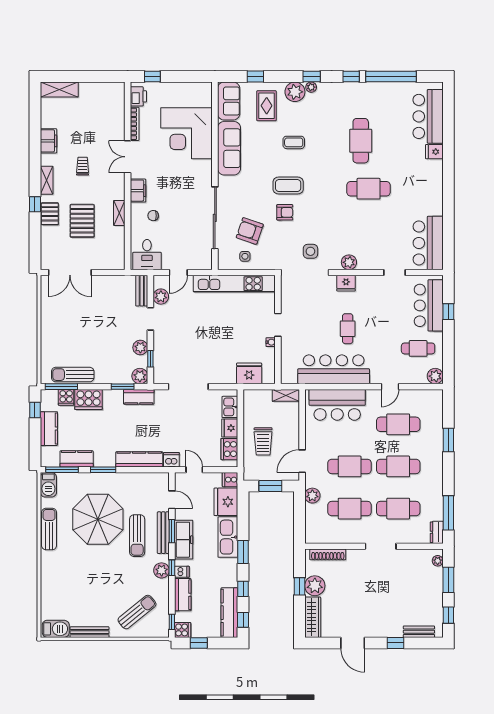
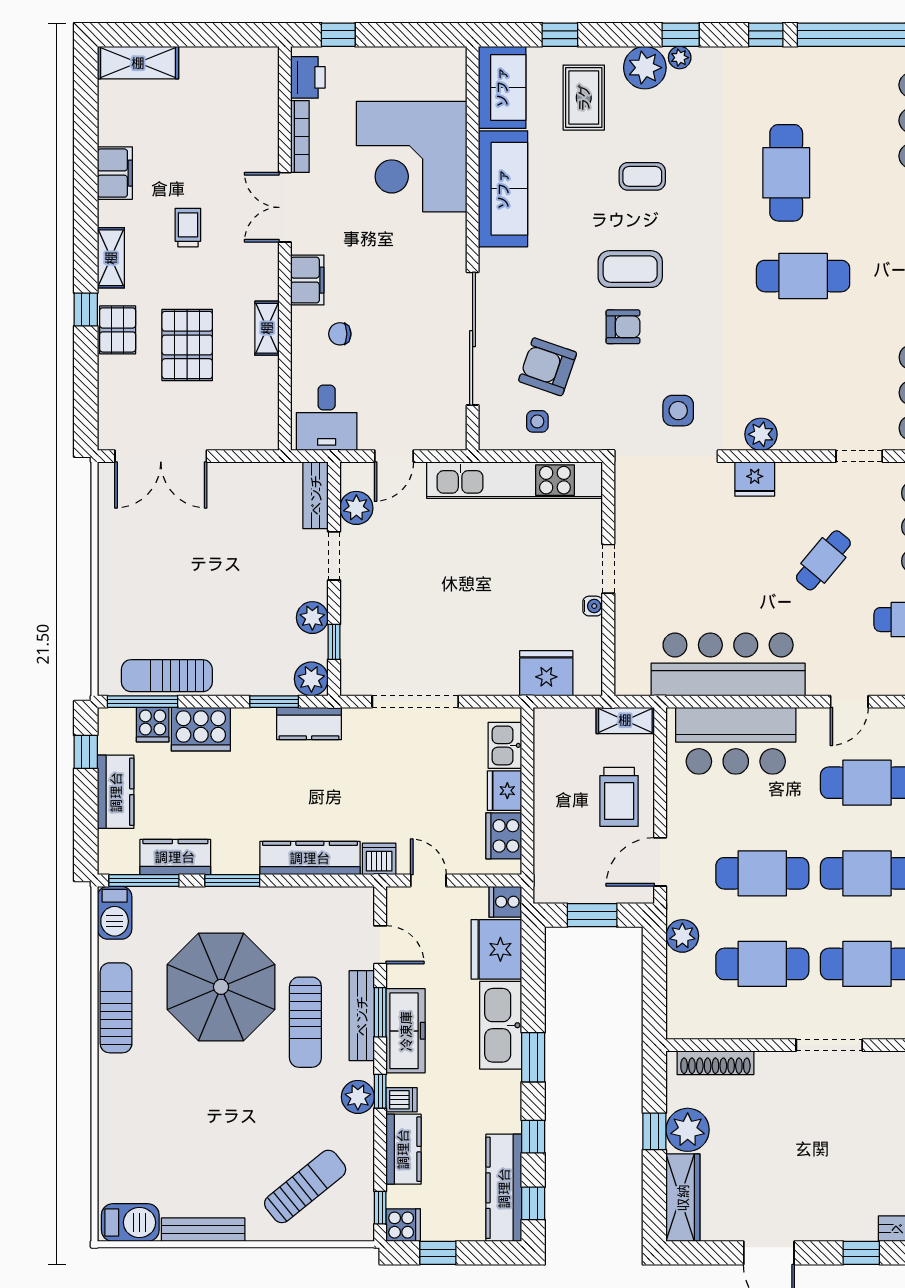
cafe table: (348, 329) -> (823, 560), moved, turned 40
trolley: (263, 441) -> (619, 797), moved

